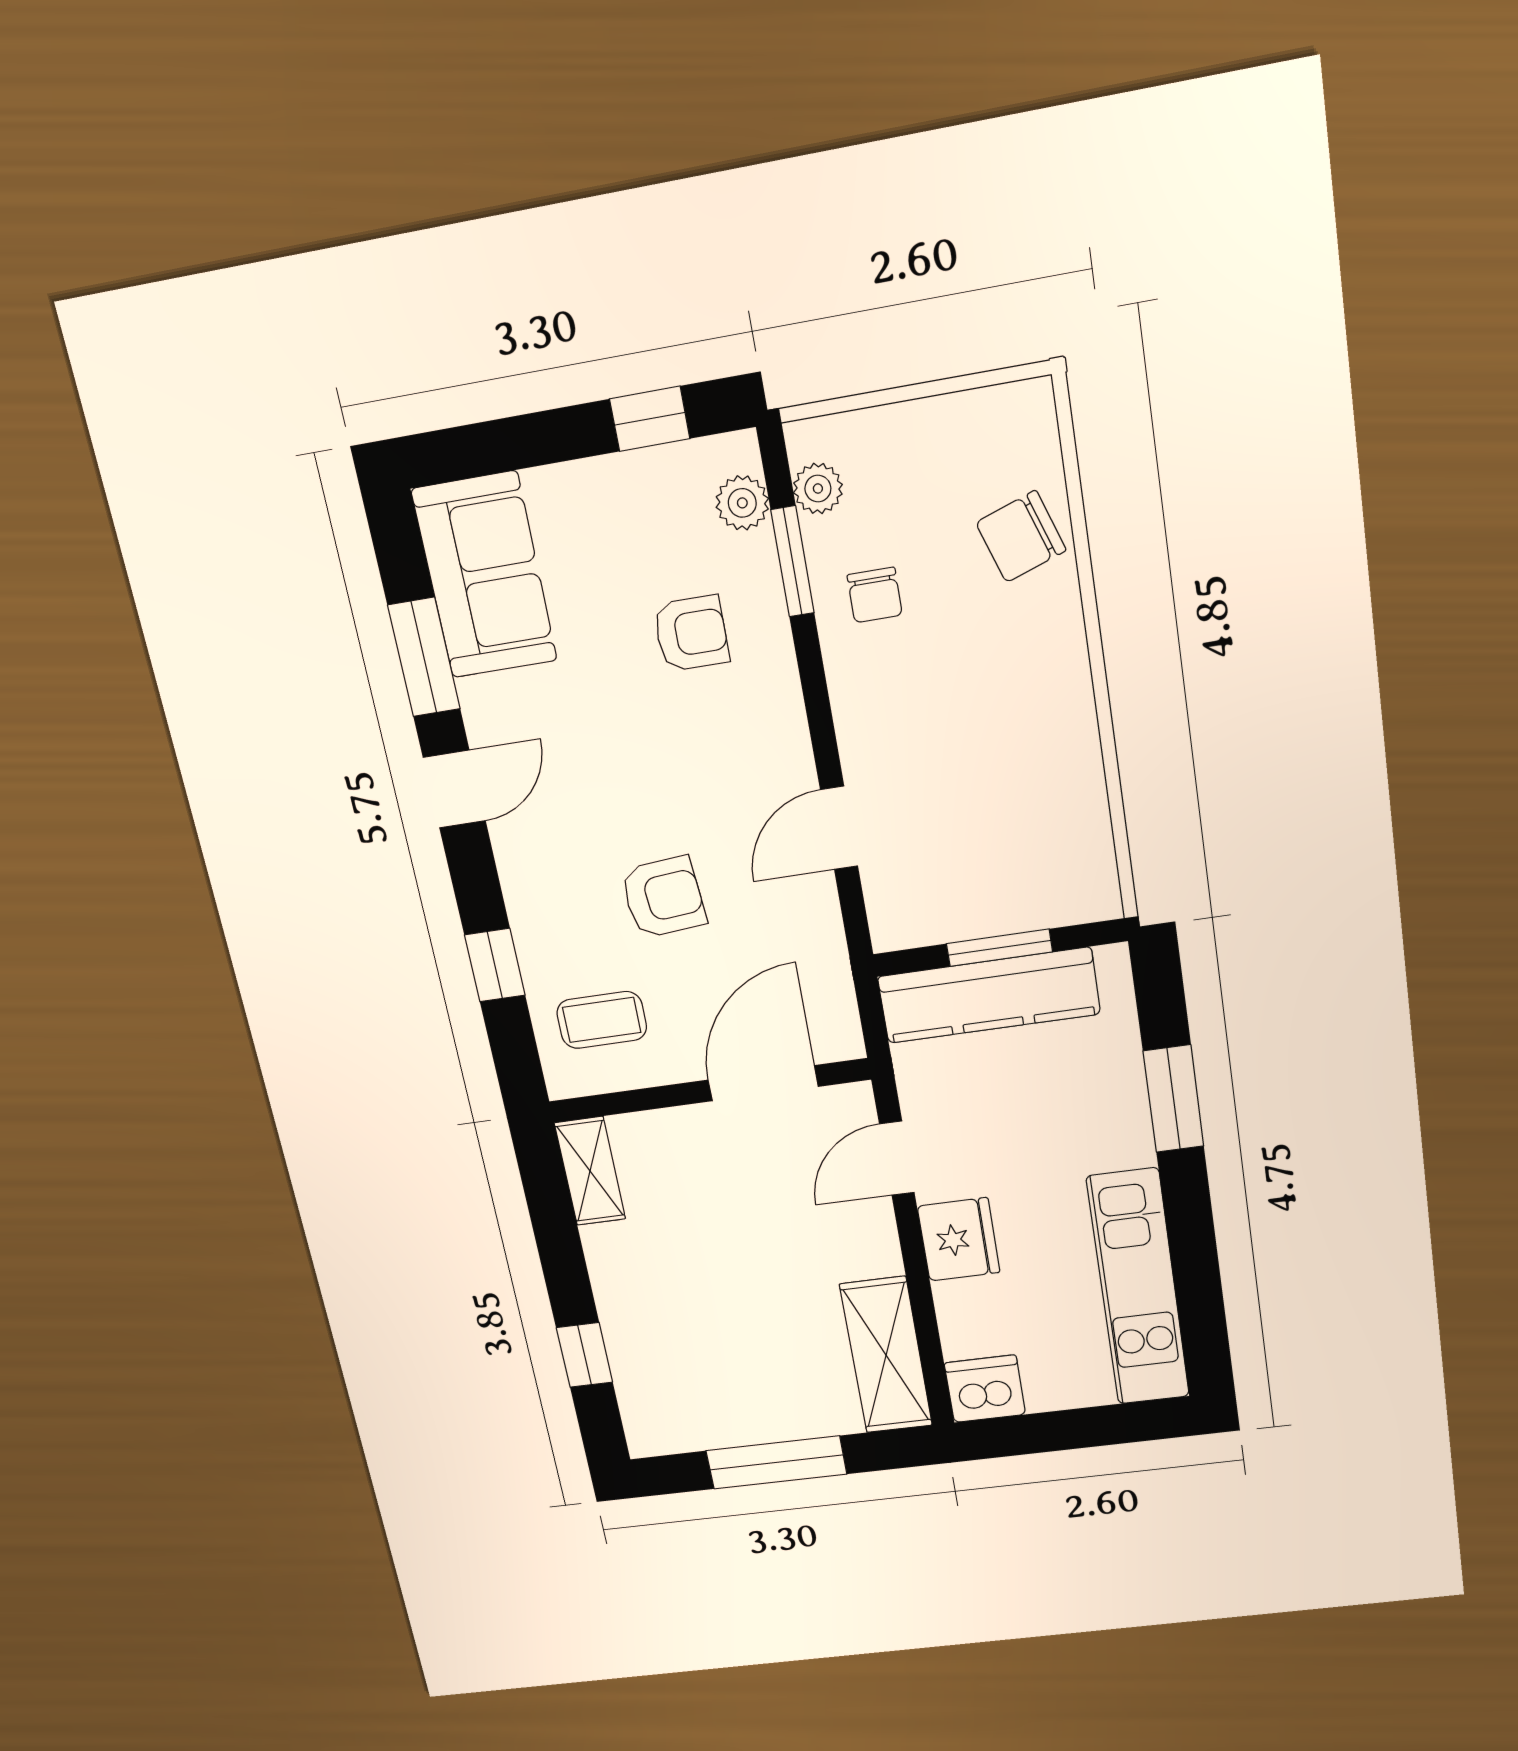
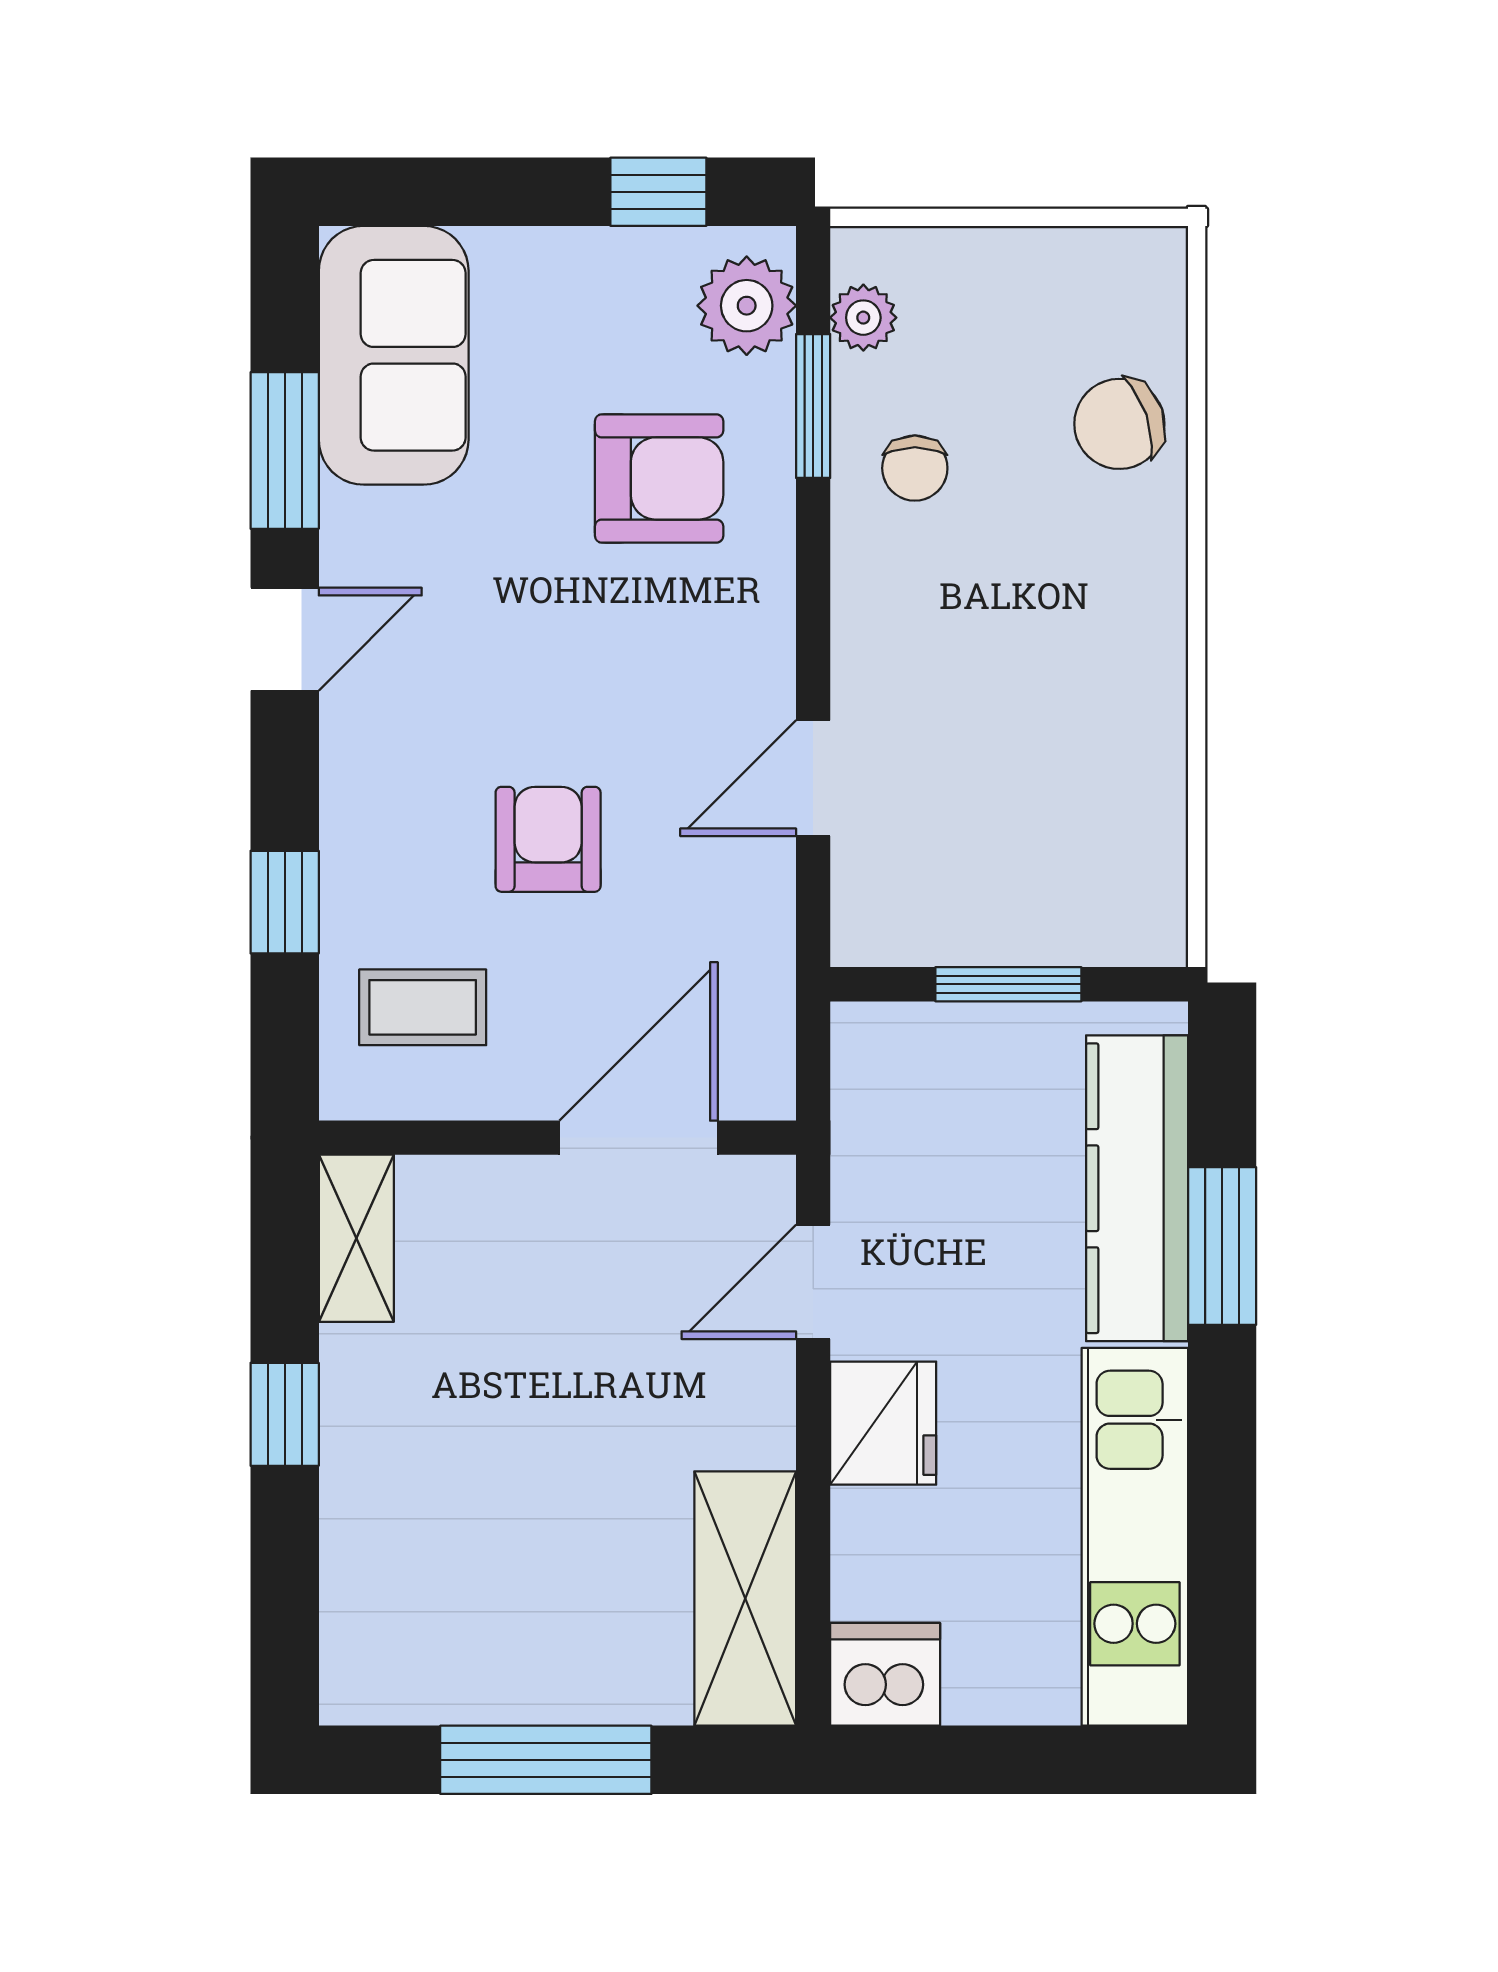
plant: (742, 503) -> (747, 306), width x1.38, depth x1.38
armchair: (691, 633) -> (659, 478), width x1.38, depth x1.38
armchair: (663, 897) -> (548, 839), turned -85
kitchen counter: (989, 995) -> (1137, 1188), moved, turned 90
window: (585, 1355) -> (285, 1414), moved

